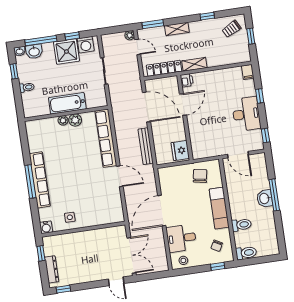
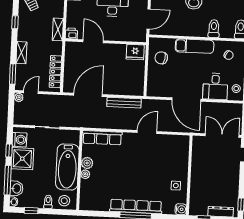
shelving: (194, 64) -> (58, 29), moved
printer: (187, 80) -> (71, 33), moved
bathtub: (67, 103) -> (67, 167), width x1.36, depth x1.36
stool: (31, 104) -> (64, 201), added
door: (183, 105) -> (93, 41), moved
wall: (185, 118) -> (106, 42), moved
row of seats: (106, 138) -> (102, 138), width x0.73
fridge: (180, 151) -> (135, 52), moved

